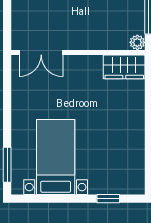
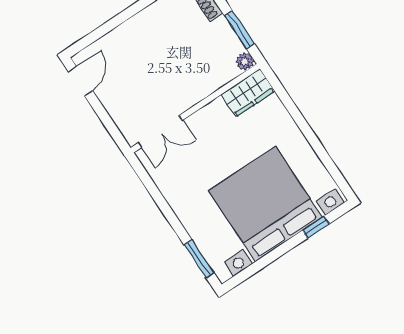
bed with nightstands: (56, 157) -> (265, 204), width x1.85

